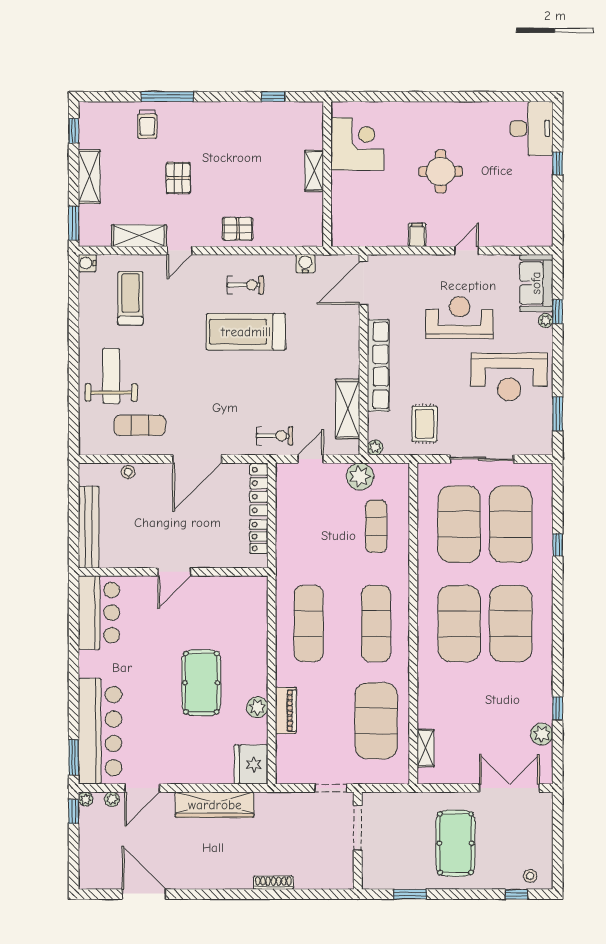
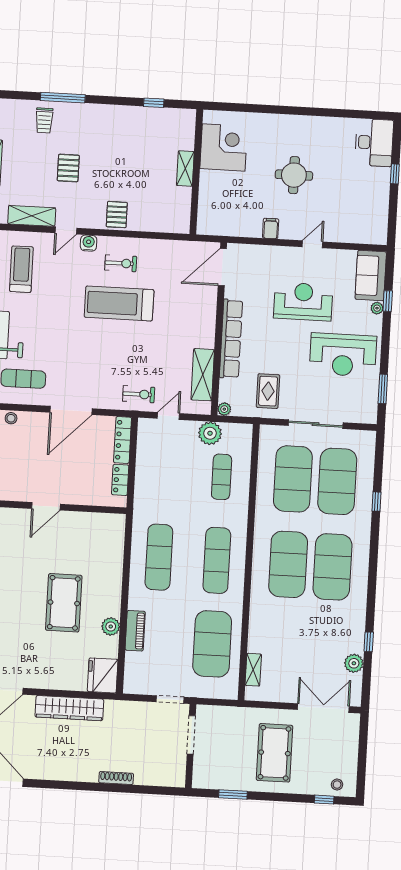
pallet: (238, 229) -> (117, 215), turned 90
water cooler: (305, 264) -> (89, 243), moved

